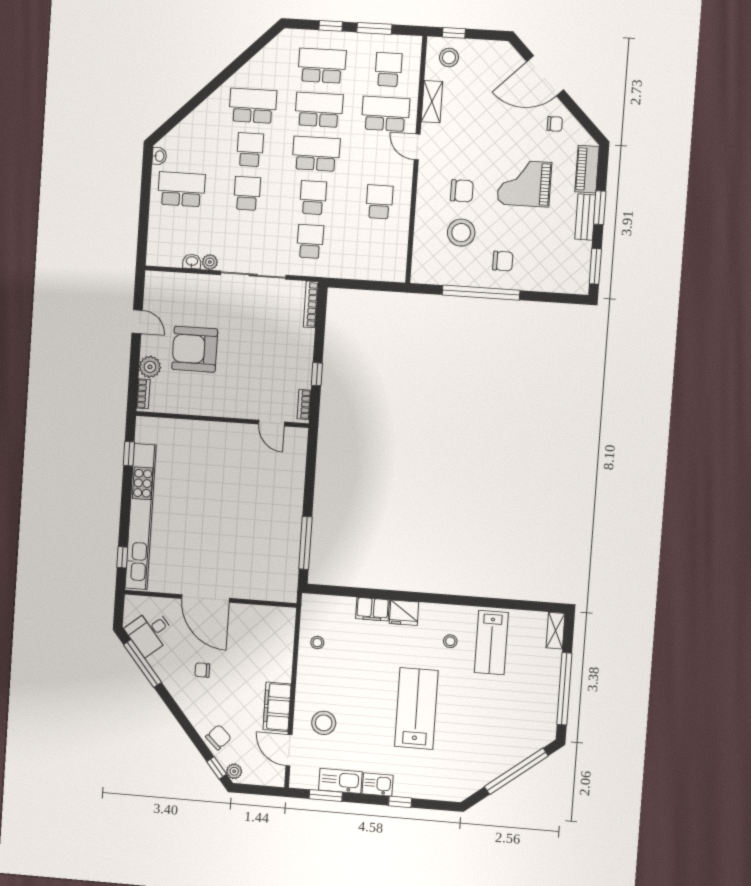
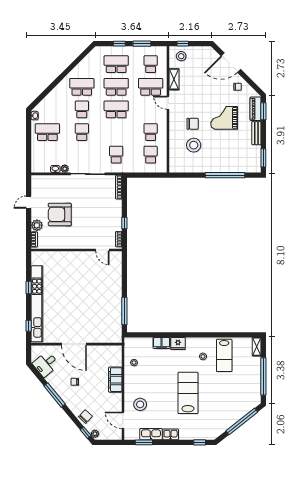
school desk: (313, 198) -> (151, 155), moved
window: (600, 208) -> (263, 111), moved
chair: (503, 261) -> (216, 158), removed
window: (481, 293) -> (225, 175), moved
door: (137, 322) -> (29, 202), swing flipped
window: (129, 454) -> (29, 287), moved
window: (142, 663) -> (55, 395), moved
filing cabinet: (277, 707) -> (115, 380), moved
window: (400, 802) -> (200, 442), moved

